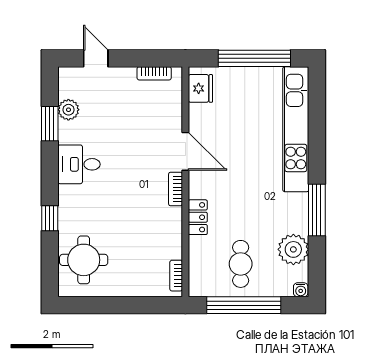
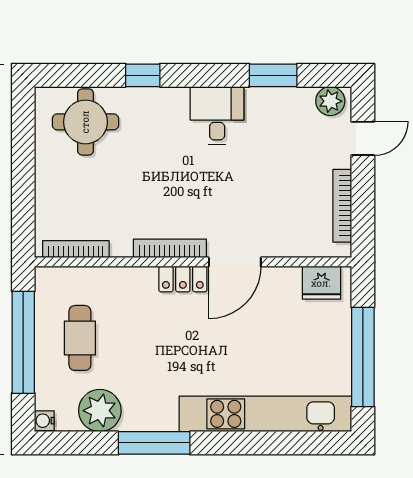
bookcase: (154, 73) -> (342, 206), width x1.56
plant: (68, 110) -> (330, 101), moved
bookcase: (176, 189) -> (170, 248), width x1.56
locker: (198, 217) -> (183, 279), moved
cafe table: (241, 264) -> (80, 338), turned 90
bookcase: (176, 276) -> (76, 249), width x1.56

